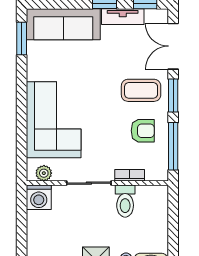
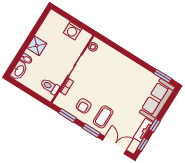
corner sofa: (54, 120) -> (115, 67), removed
window: (173, 146) -> (67, 116), width x0.69
washing machine: (39, 197) -> (72, 31), moved, turned -90
toilet: (125, 201) -> (50, 86), moved

